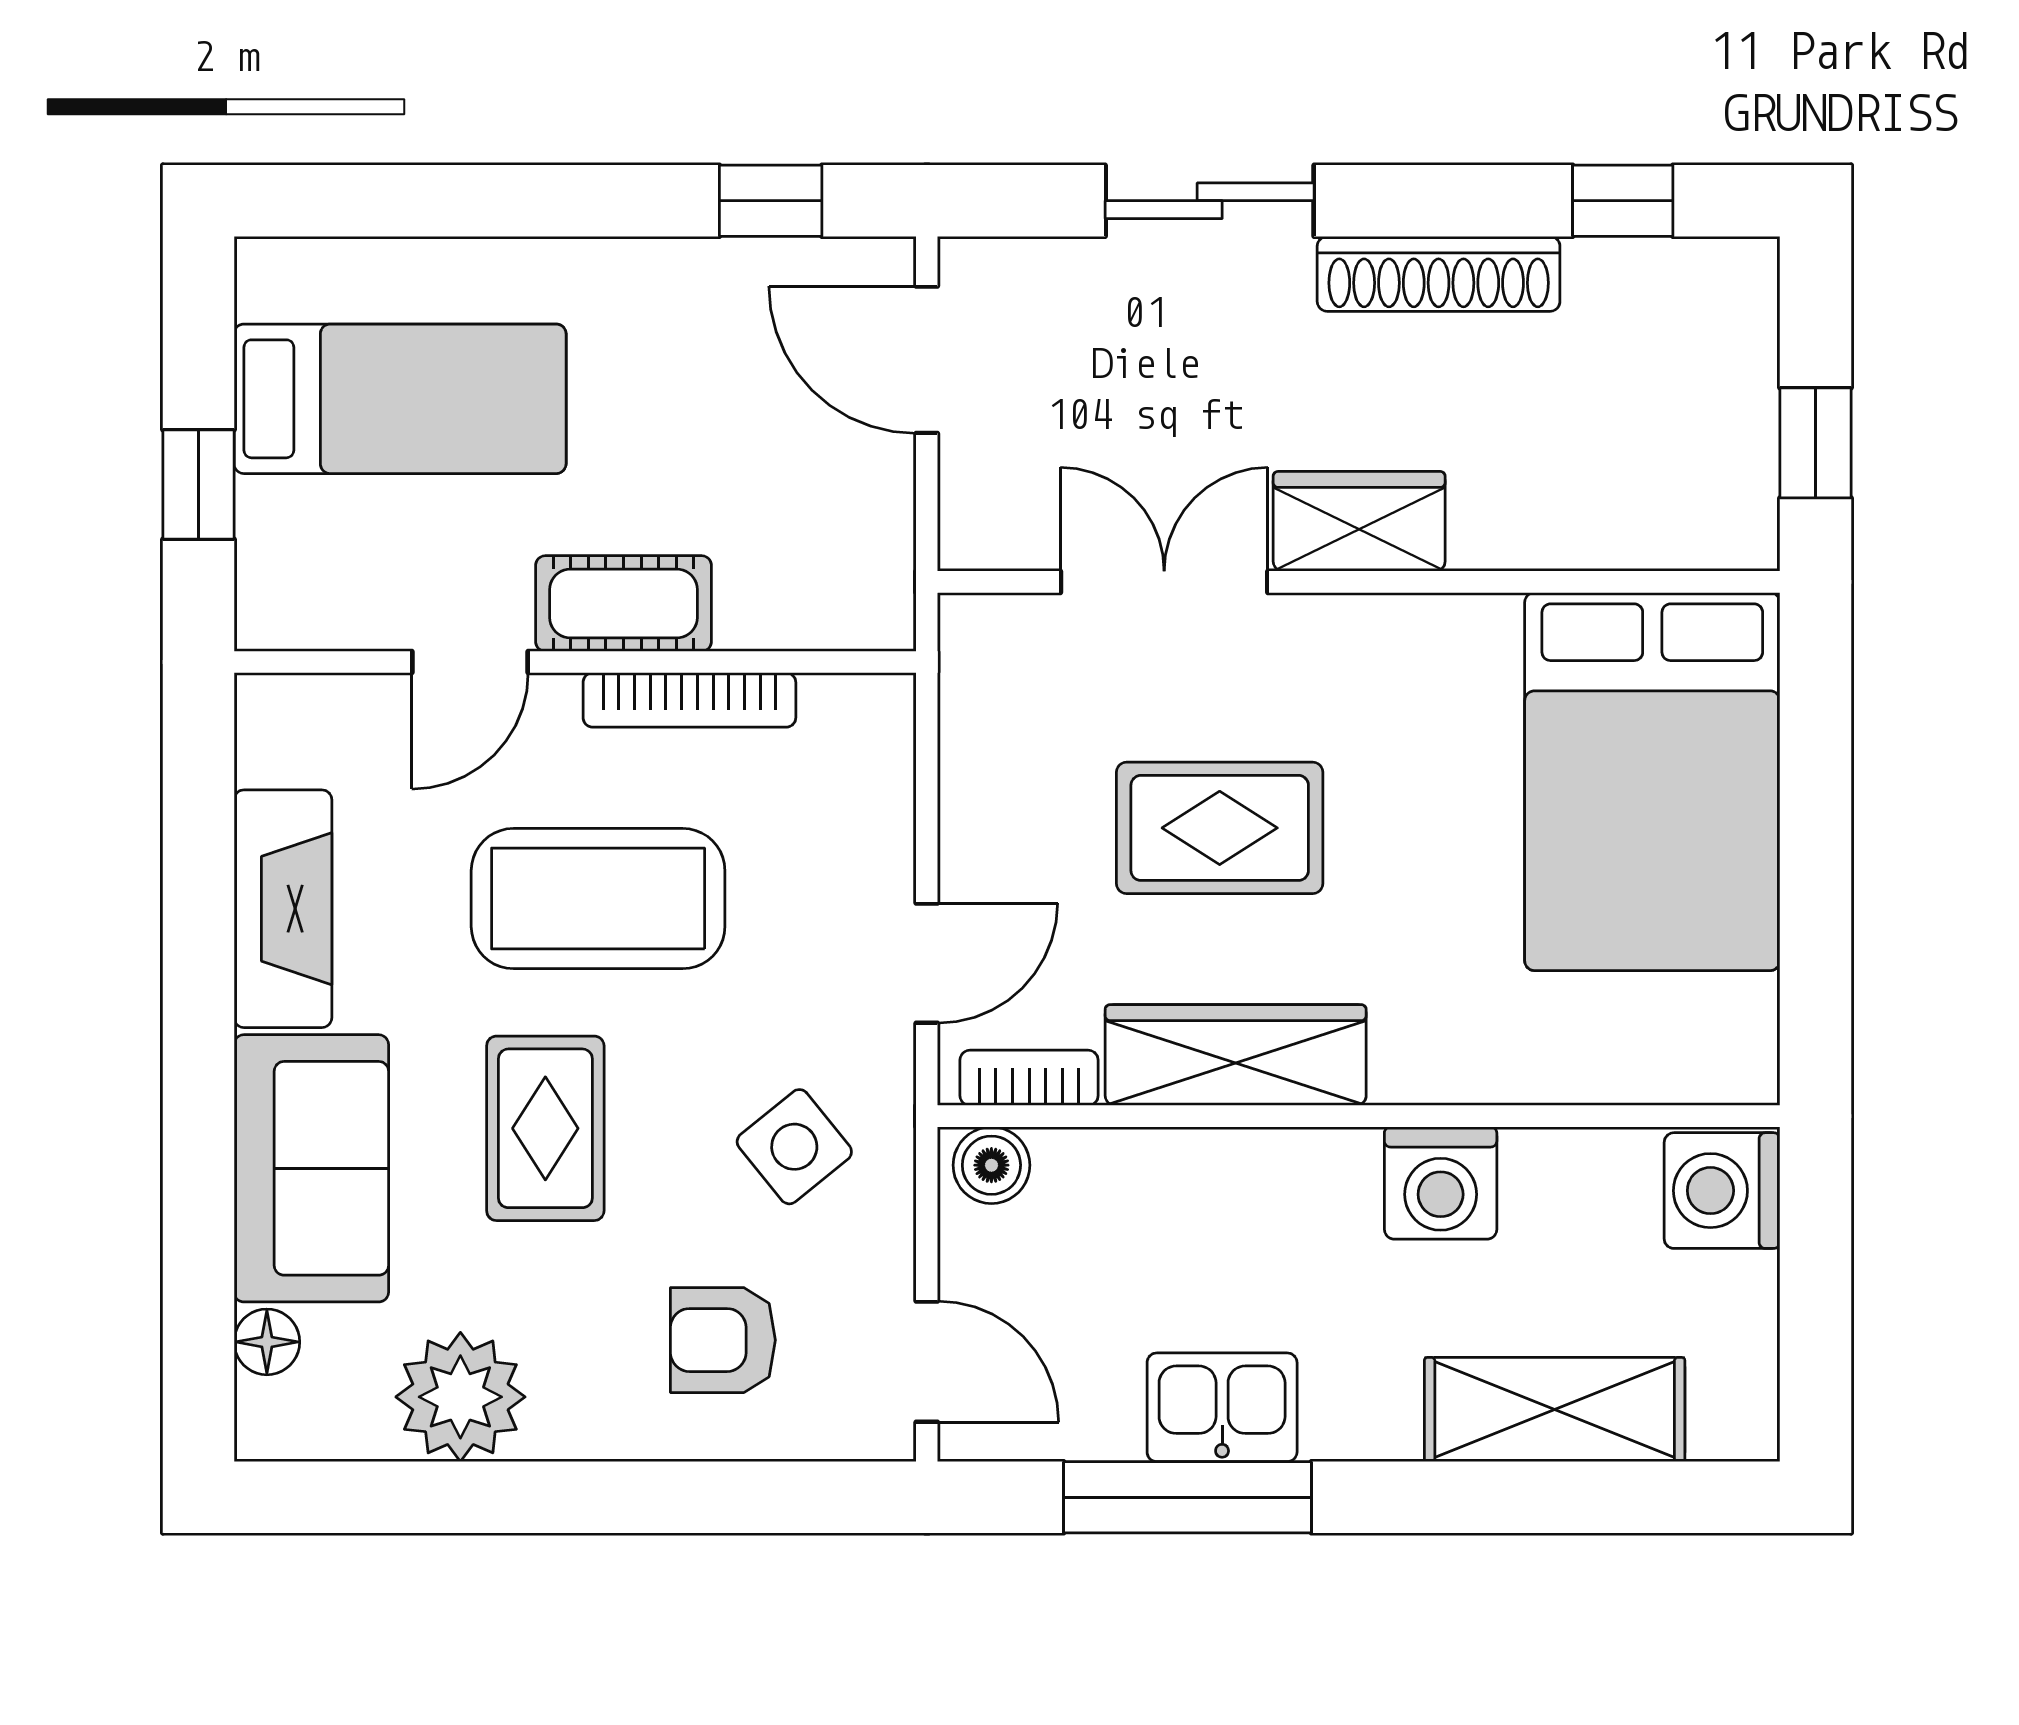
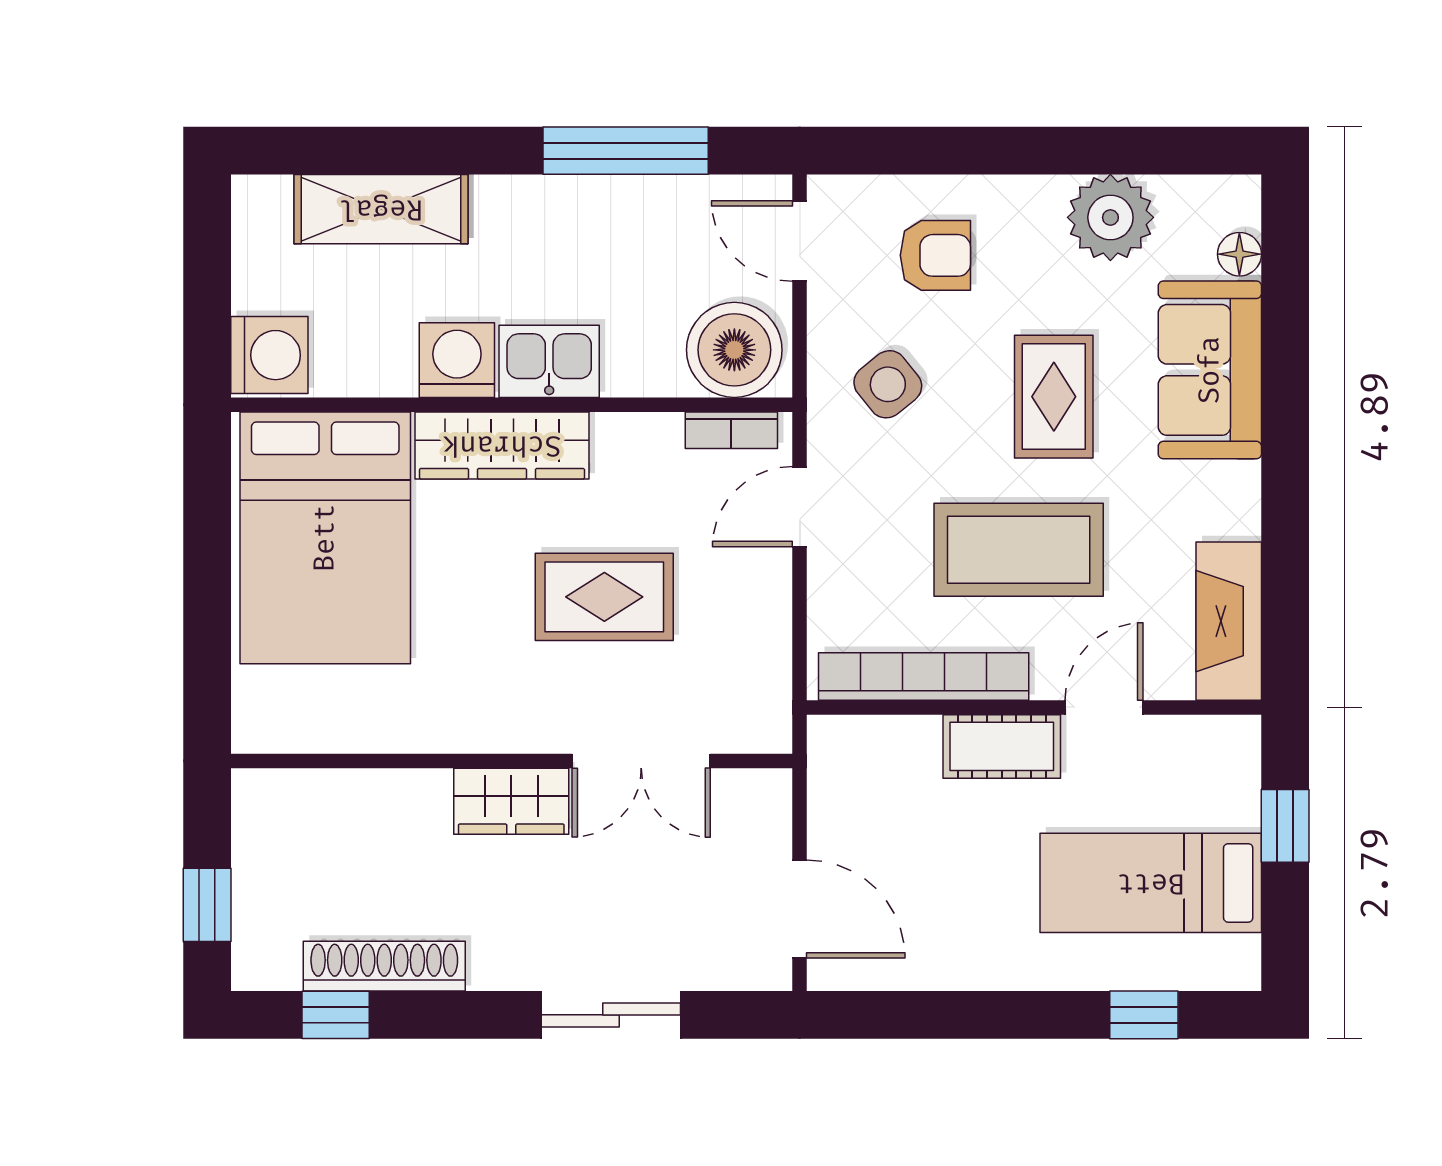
window: (771, 201) -> (1144, 1015), moved
shoe rack: (1439, 274) -> (384, 966), moved
window: (1816, 443) -> (207, 905), moved
bookcase: (689, 700) -> (924, 676), width x1.48, depth x1.31
bed: (1652, 782) -> (325, 538), moved, turned 180
fireplace: (283, 909) -> (1229, 621), moved
wardrobe: (1236, 1055) -> (502, 445), moved
boiler: (991, 1165) -> (734, 350), width x1.86, depth x1.86
kitchen sink: (1222, 1407) -> (549, 361), moved, turned 180

